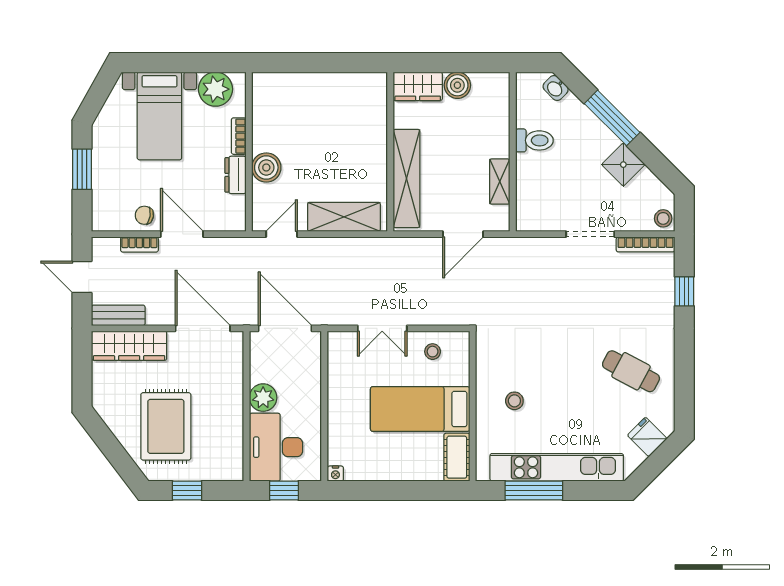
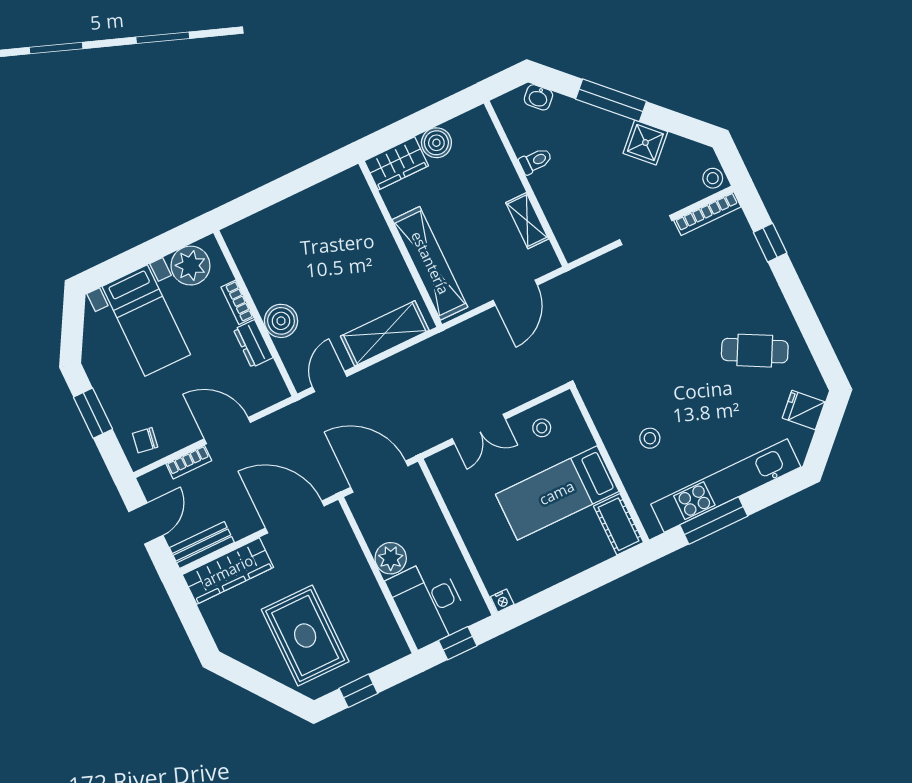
toilet: (534, 140) -> (536, 161), width x0.73, depth x0.72
chair: (144, 215) -> (145, 440), moved
door: (82, 277) -> (146, 523), swing flipped

